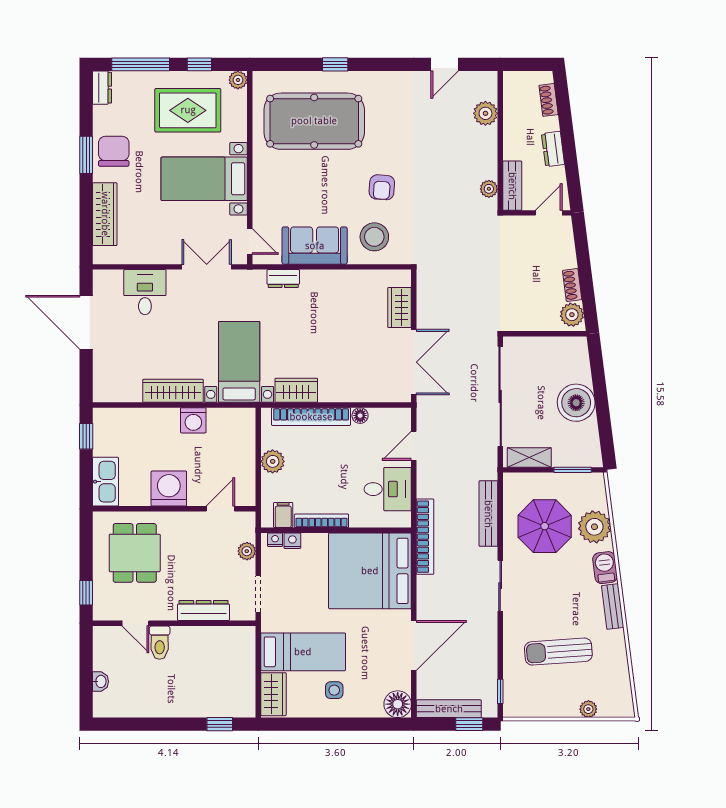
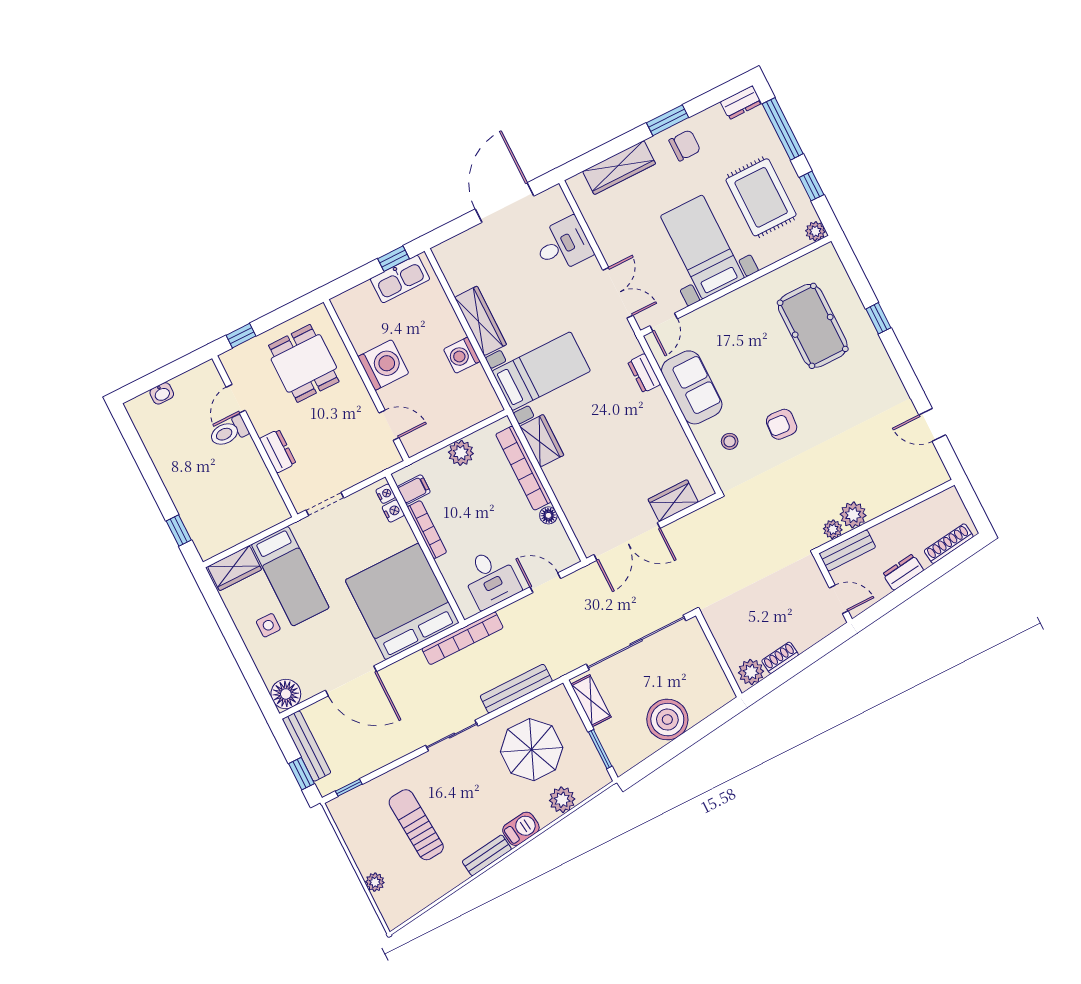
shoe rack: (549, 100) -> (949, 544), width x1.43
plant: (485, 113) -> (853, 515), moved
pool table: (314, 121) -> (813, 326), width x0.73, depth x0.76
chair: (114, 151) -> (685, 145), width x0.73, depth x0.73
stool: (374, 237) -> (730, 441), width x0.53, depth x0.53
kitchen sink: (105, 482) -> (400, 279), moved
plant: (594, 527) -> (562, 800), width x0.73, depth x0.73
plant: (247, 551) -> (361, 472), removed
dining table: (135, 553) -> (304, 363), turned 90
dresser: (204, 610) -> (278, 451), width x0.70

